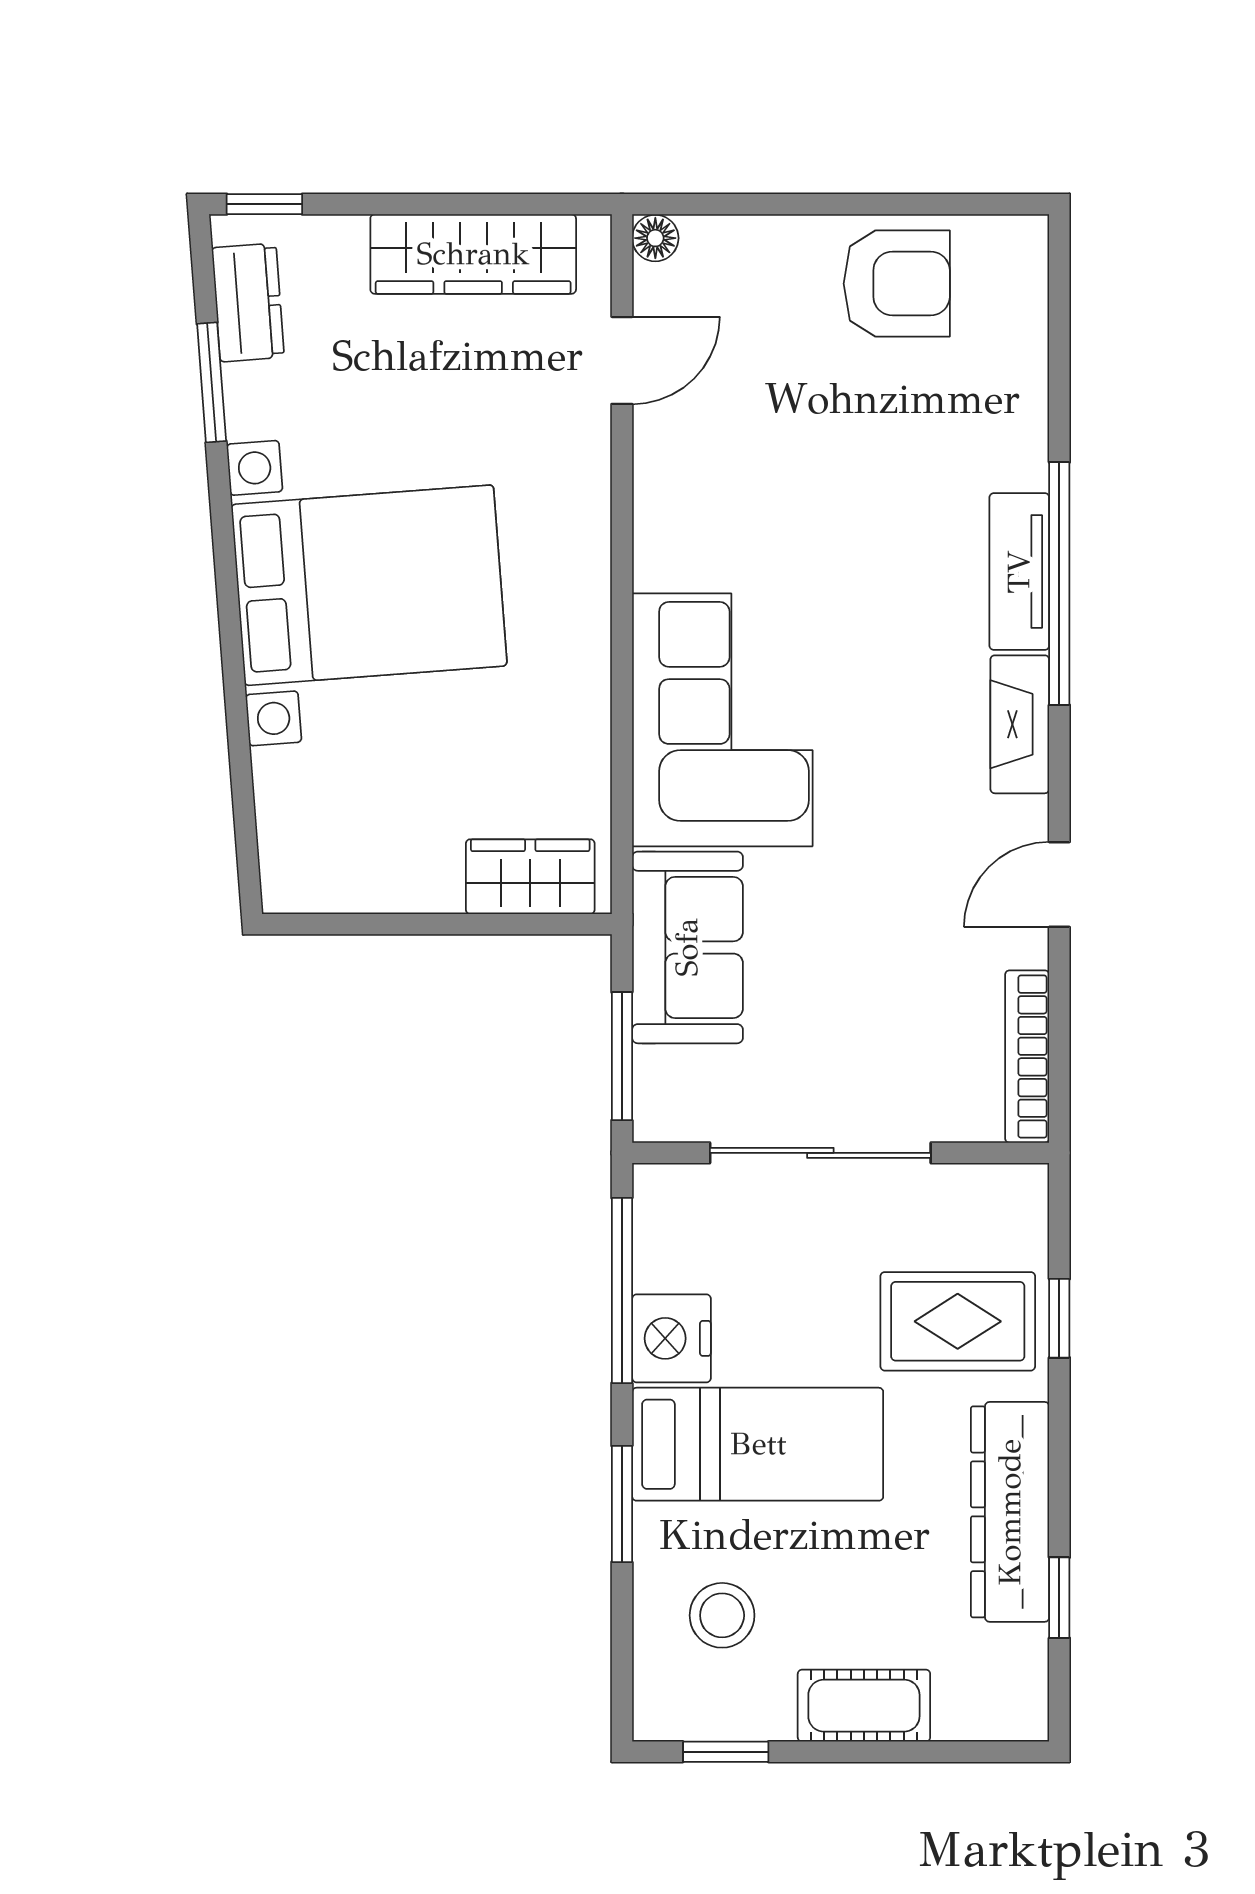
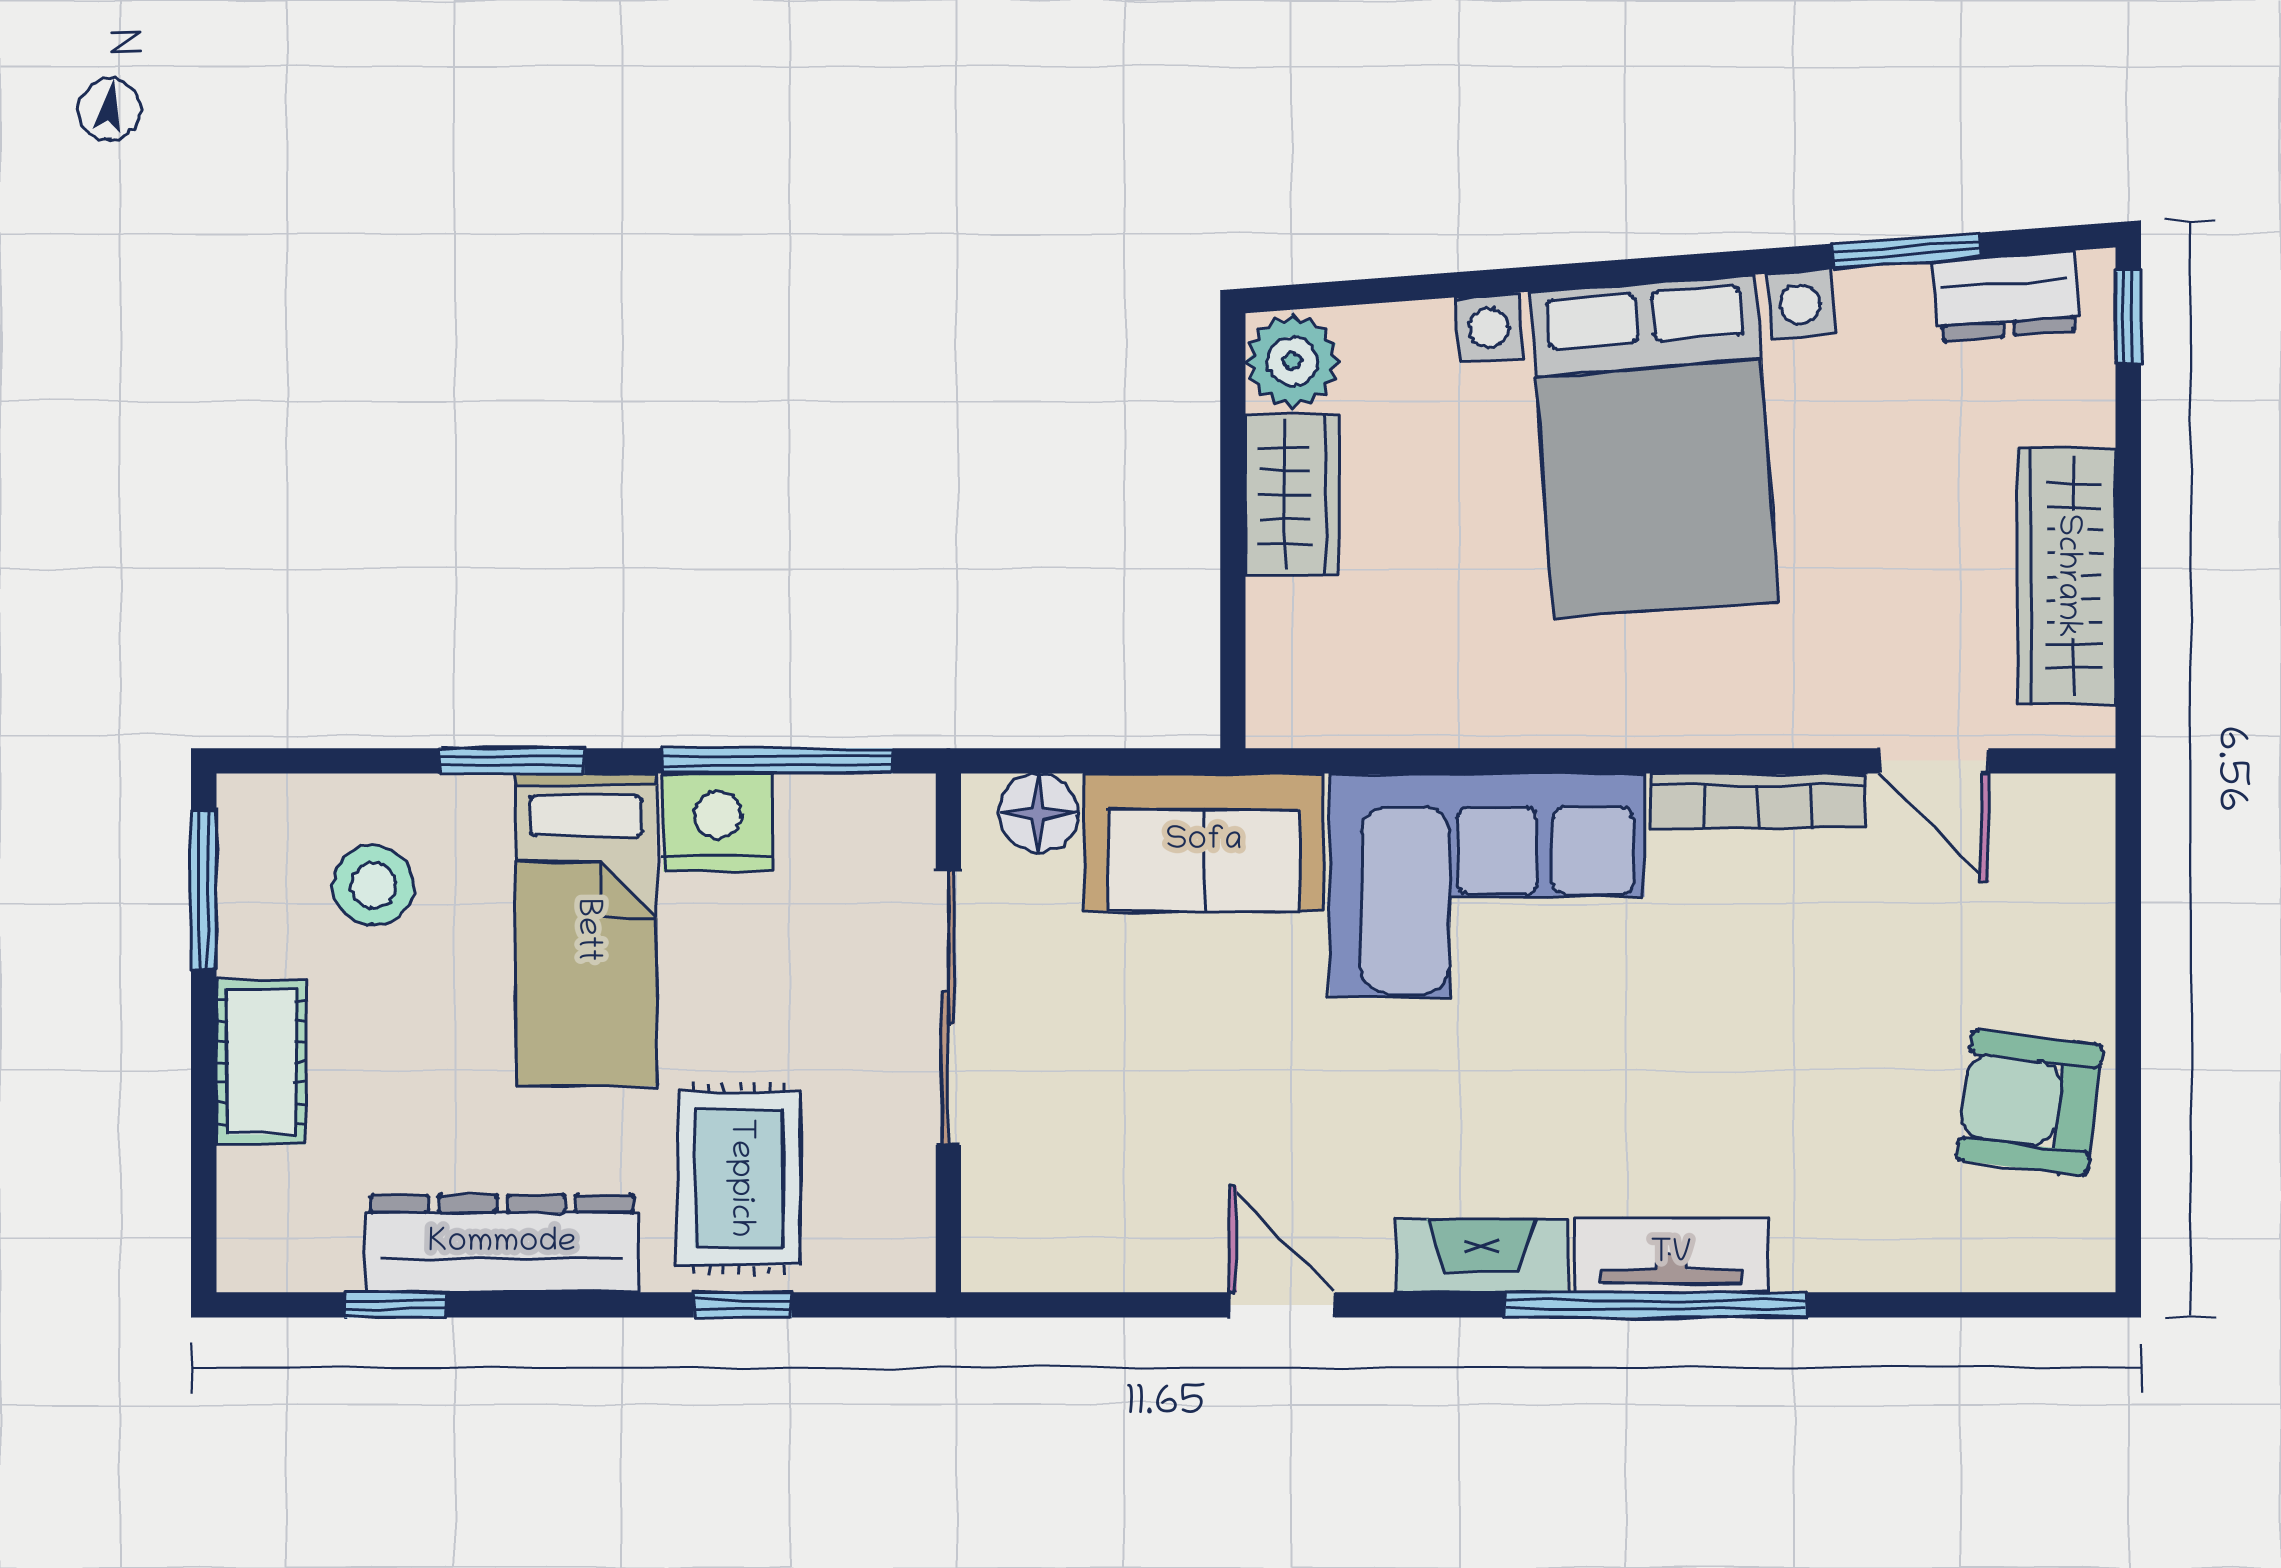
floor lamp: (655, 238) -> (1038, 813), moved, width x1.37, depth x1.37
armchair: (897, 284) -> (2029, 1103), turned 97
plant: (301, 876) -> (1292, 361), added
wardrobe: (530, 877) -> (1292, 495), moved
window: (622, 1056) -> (1069, 761), removed
bookcase: (1027, 1057) -> (1758, 801), moved, turned 180
window: (726, 1752) -> (204, 890), width x1.50

